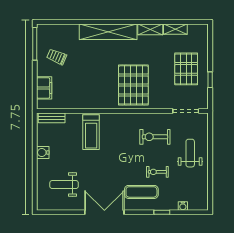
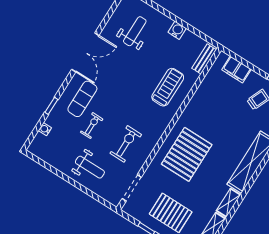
pallet: (133, 85) -> (187, 154), turned 90
treadmill: (91, 132) -> (168, 87), turned 90

